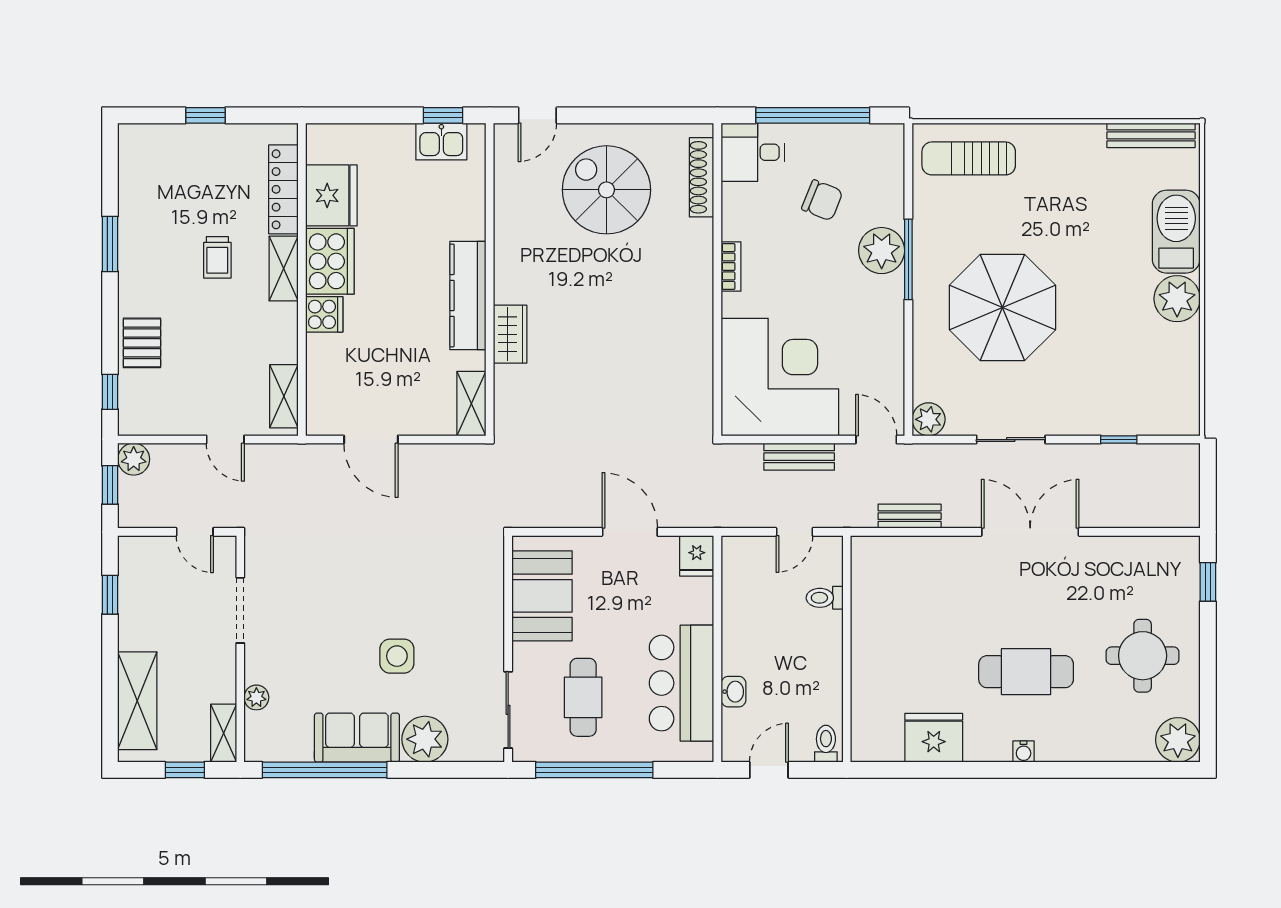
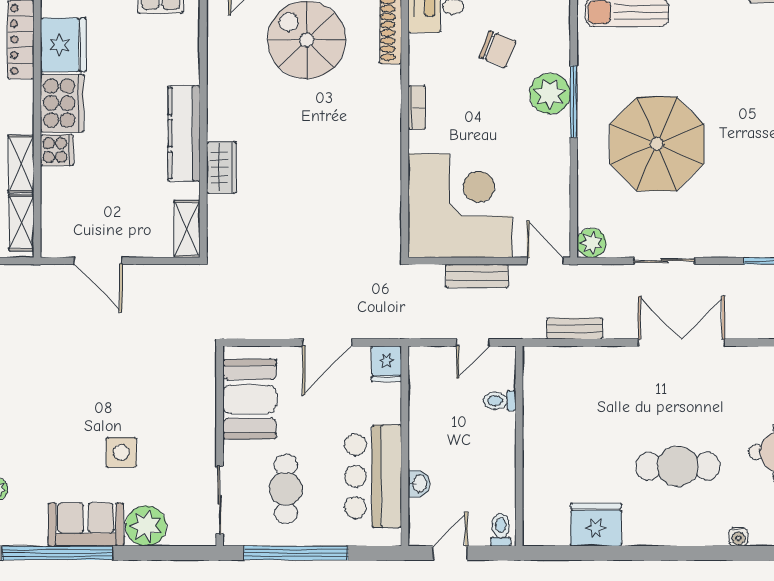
shelving: (284, 269) -> (21, 164), moved
door: (630, 532) -> (327, 342), swing flipped
water cooler: (1024, 752) -> (738, 537), moved

